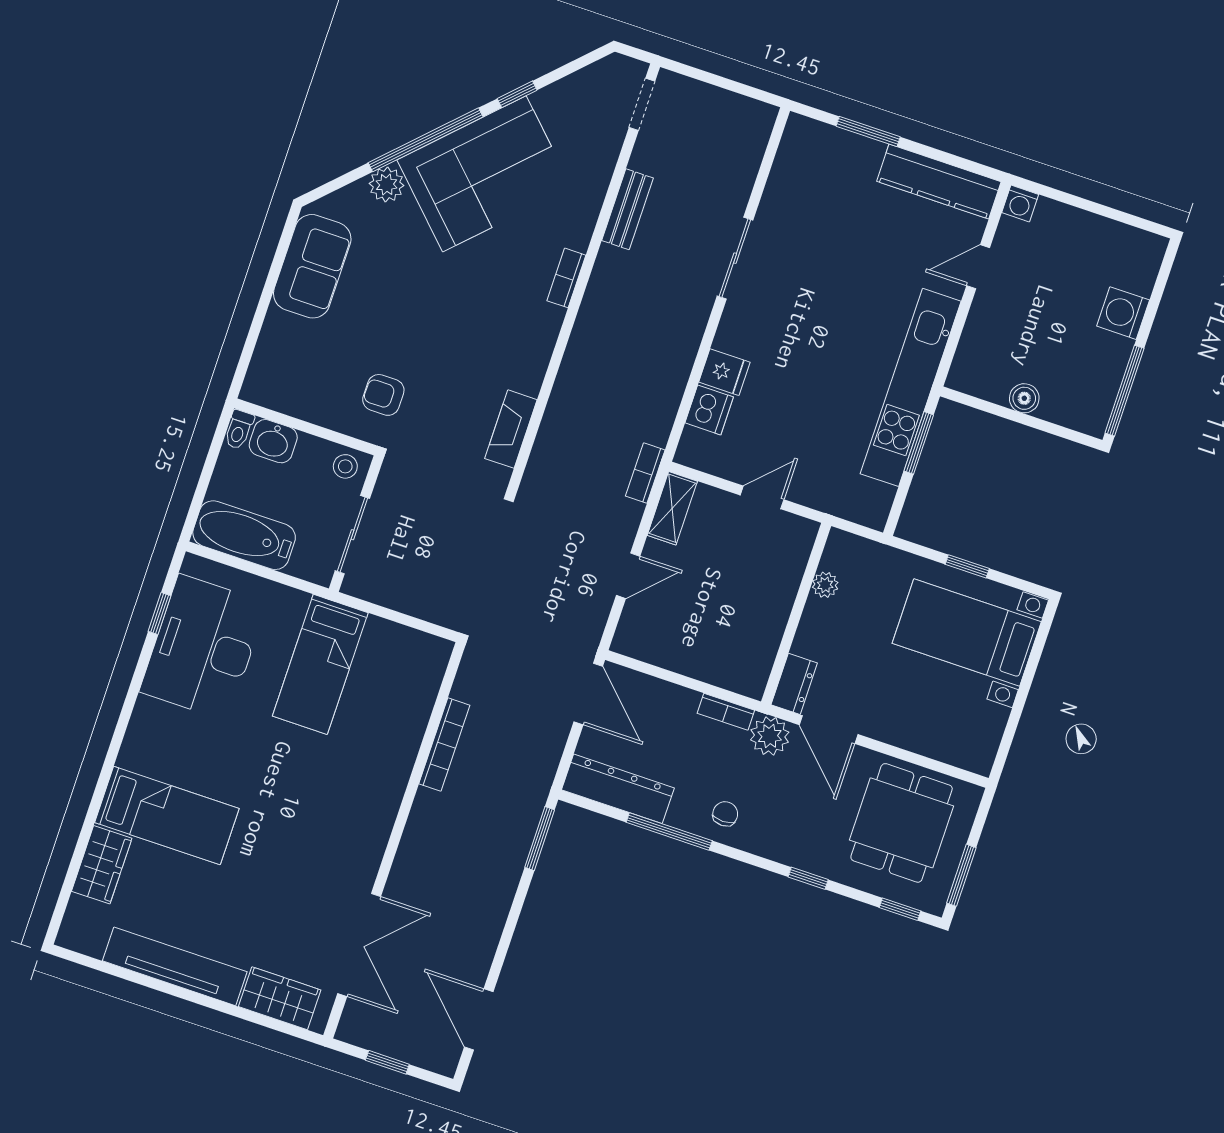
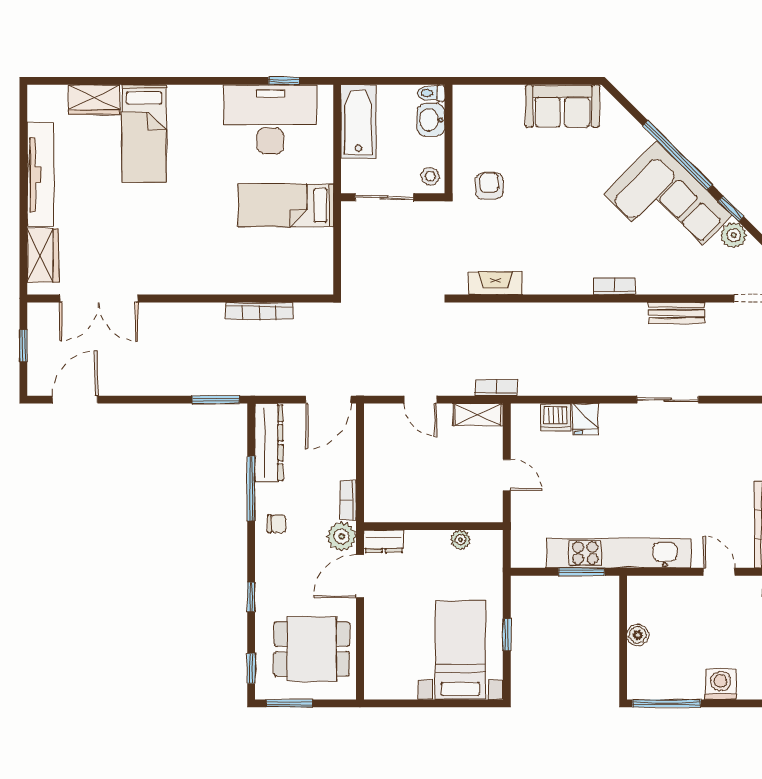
plant: (387, 185) -> (734, 235), moved

